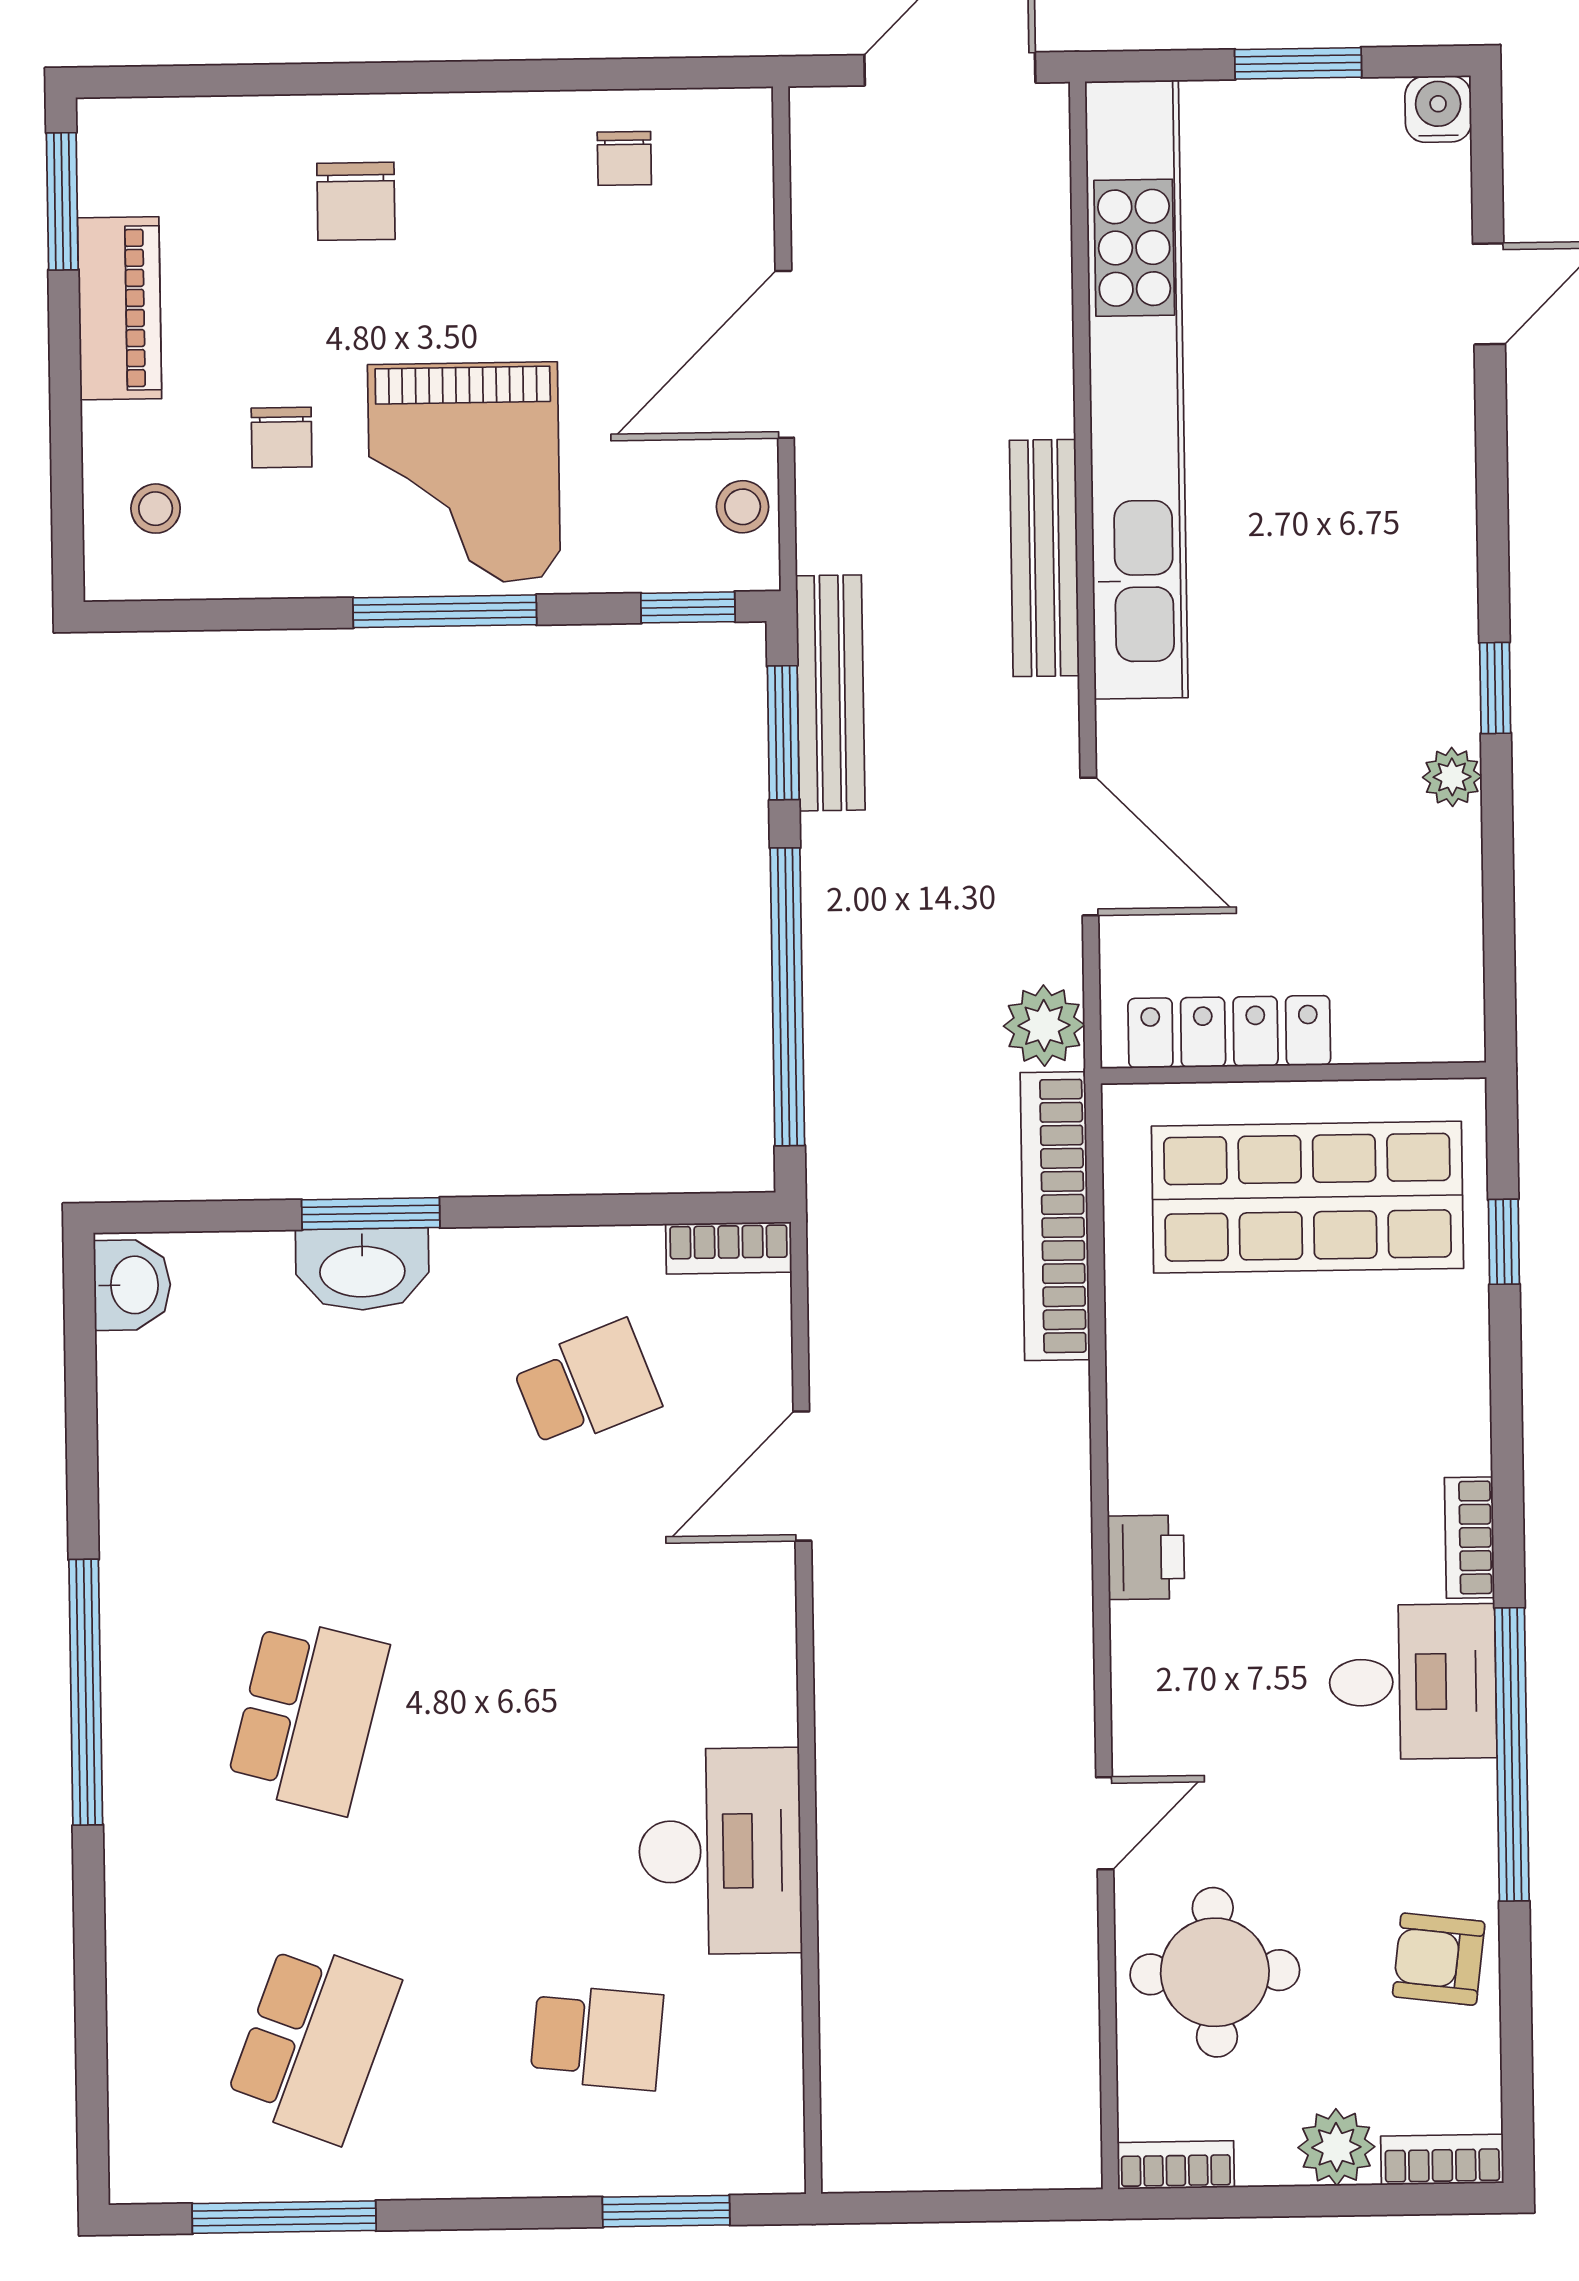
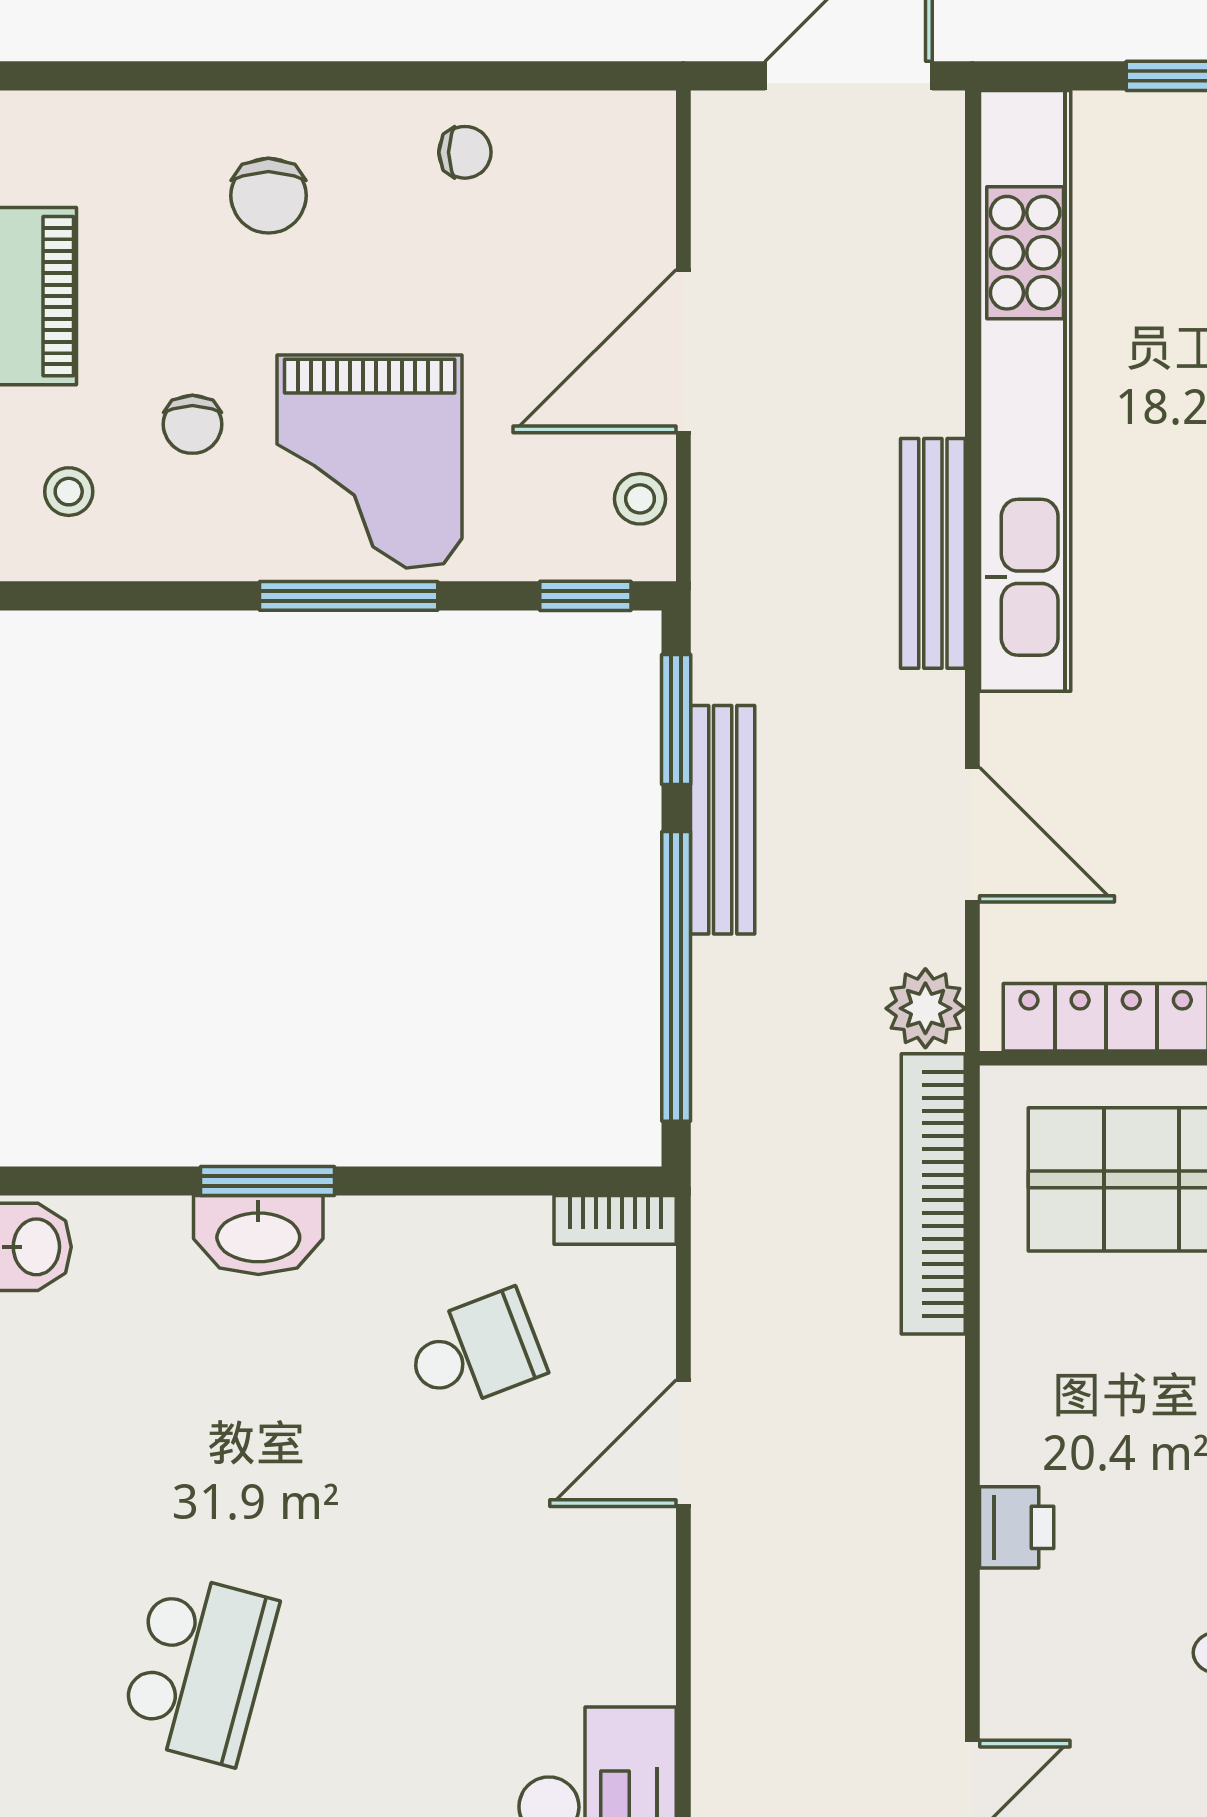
chair: (624, 158) -> (465, 152), moved, turned -90
bench: (830, 693) -> (723, 820), moved

